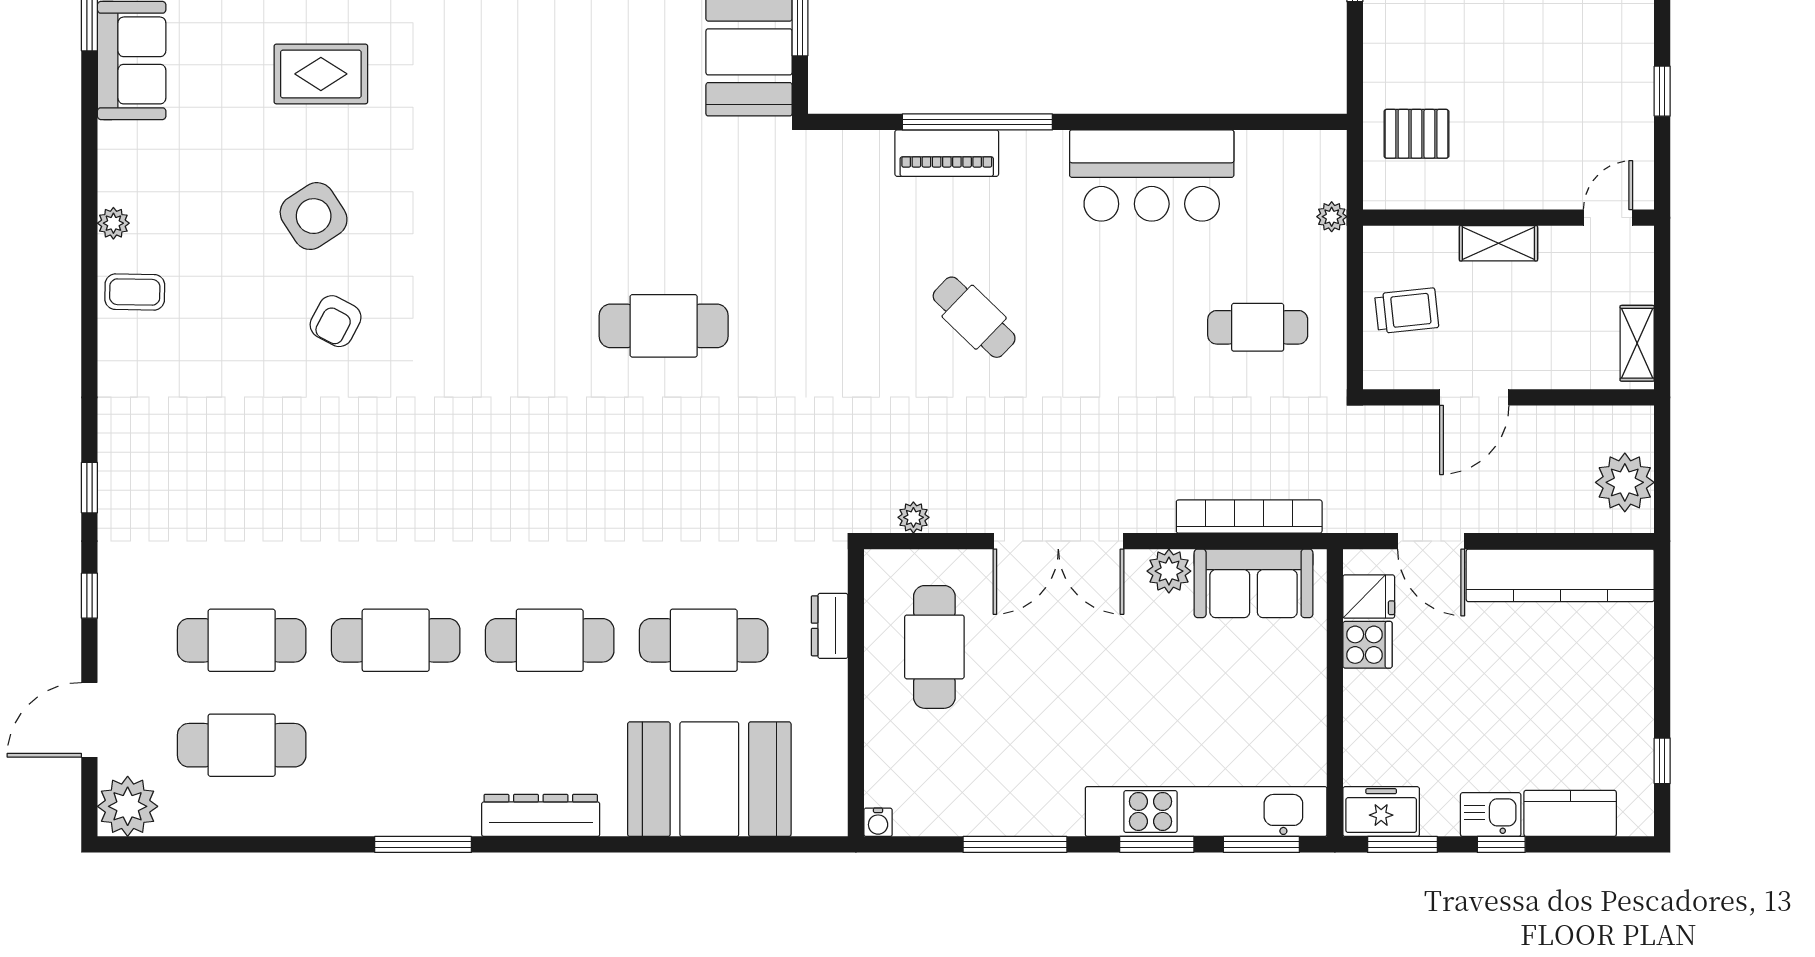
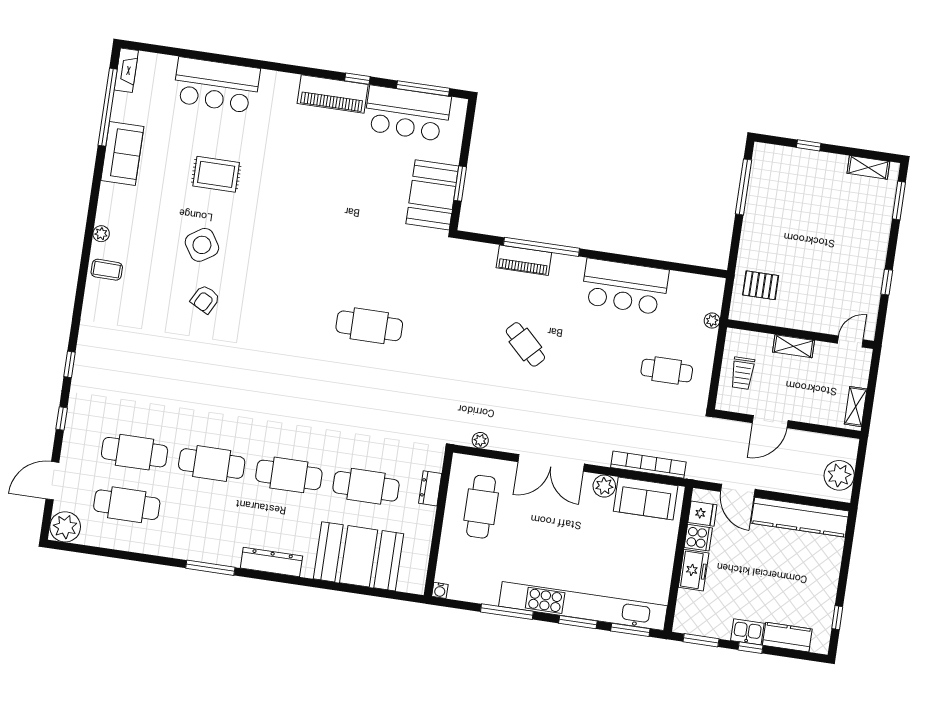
trolley: (1407, 311) -> (743, 373), turned 96
kitchen unit: (1206, 811) -> (583, 606), width x1.36
freezer: (1381, 812) -> (694, 570), moved, turned 90

